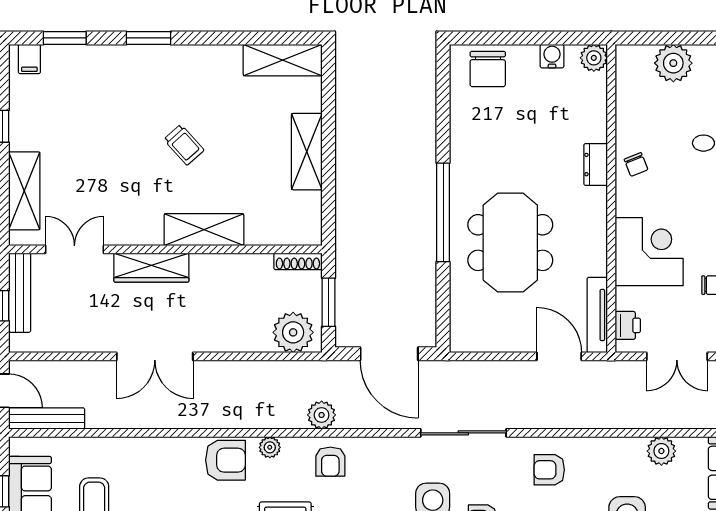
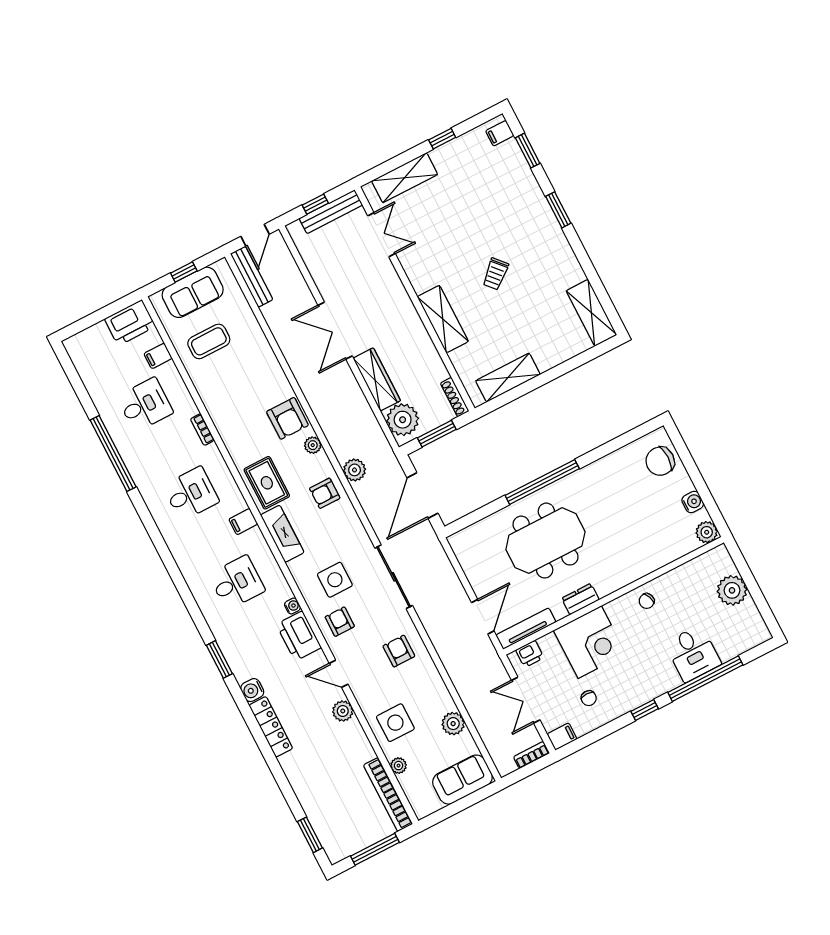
shelving: (307, 152) -> (508, 378), moved
dresser: (596, 165) -> (580, 599), moved
wardrobe: (151, 268) -> (377, 379), moved, turned 180

